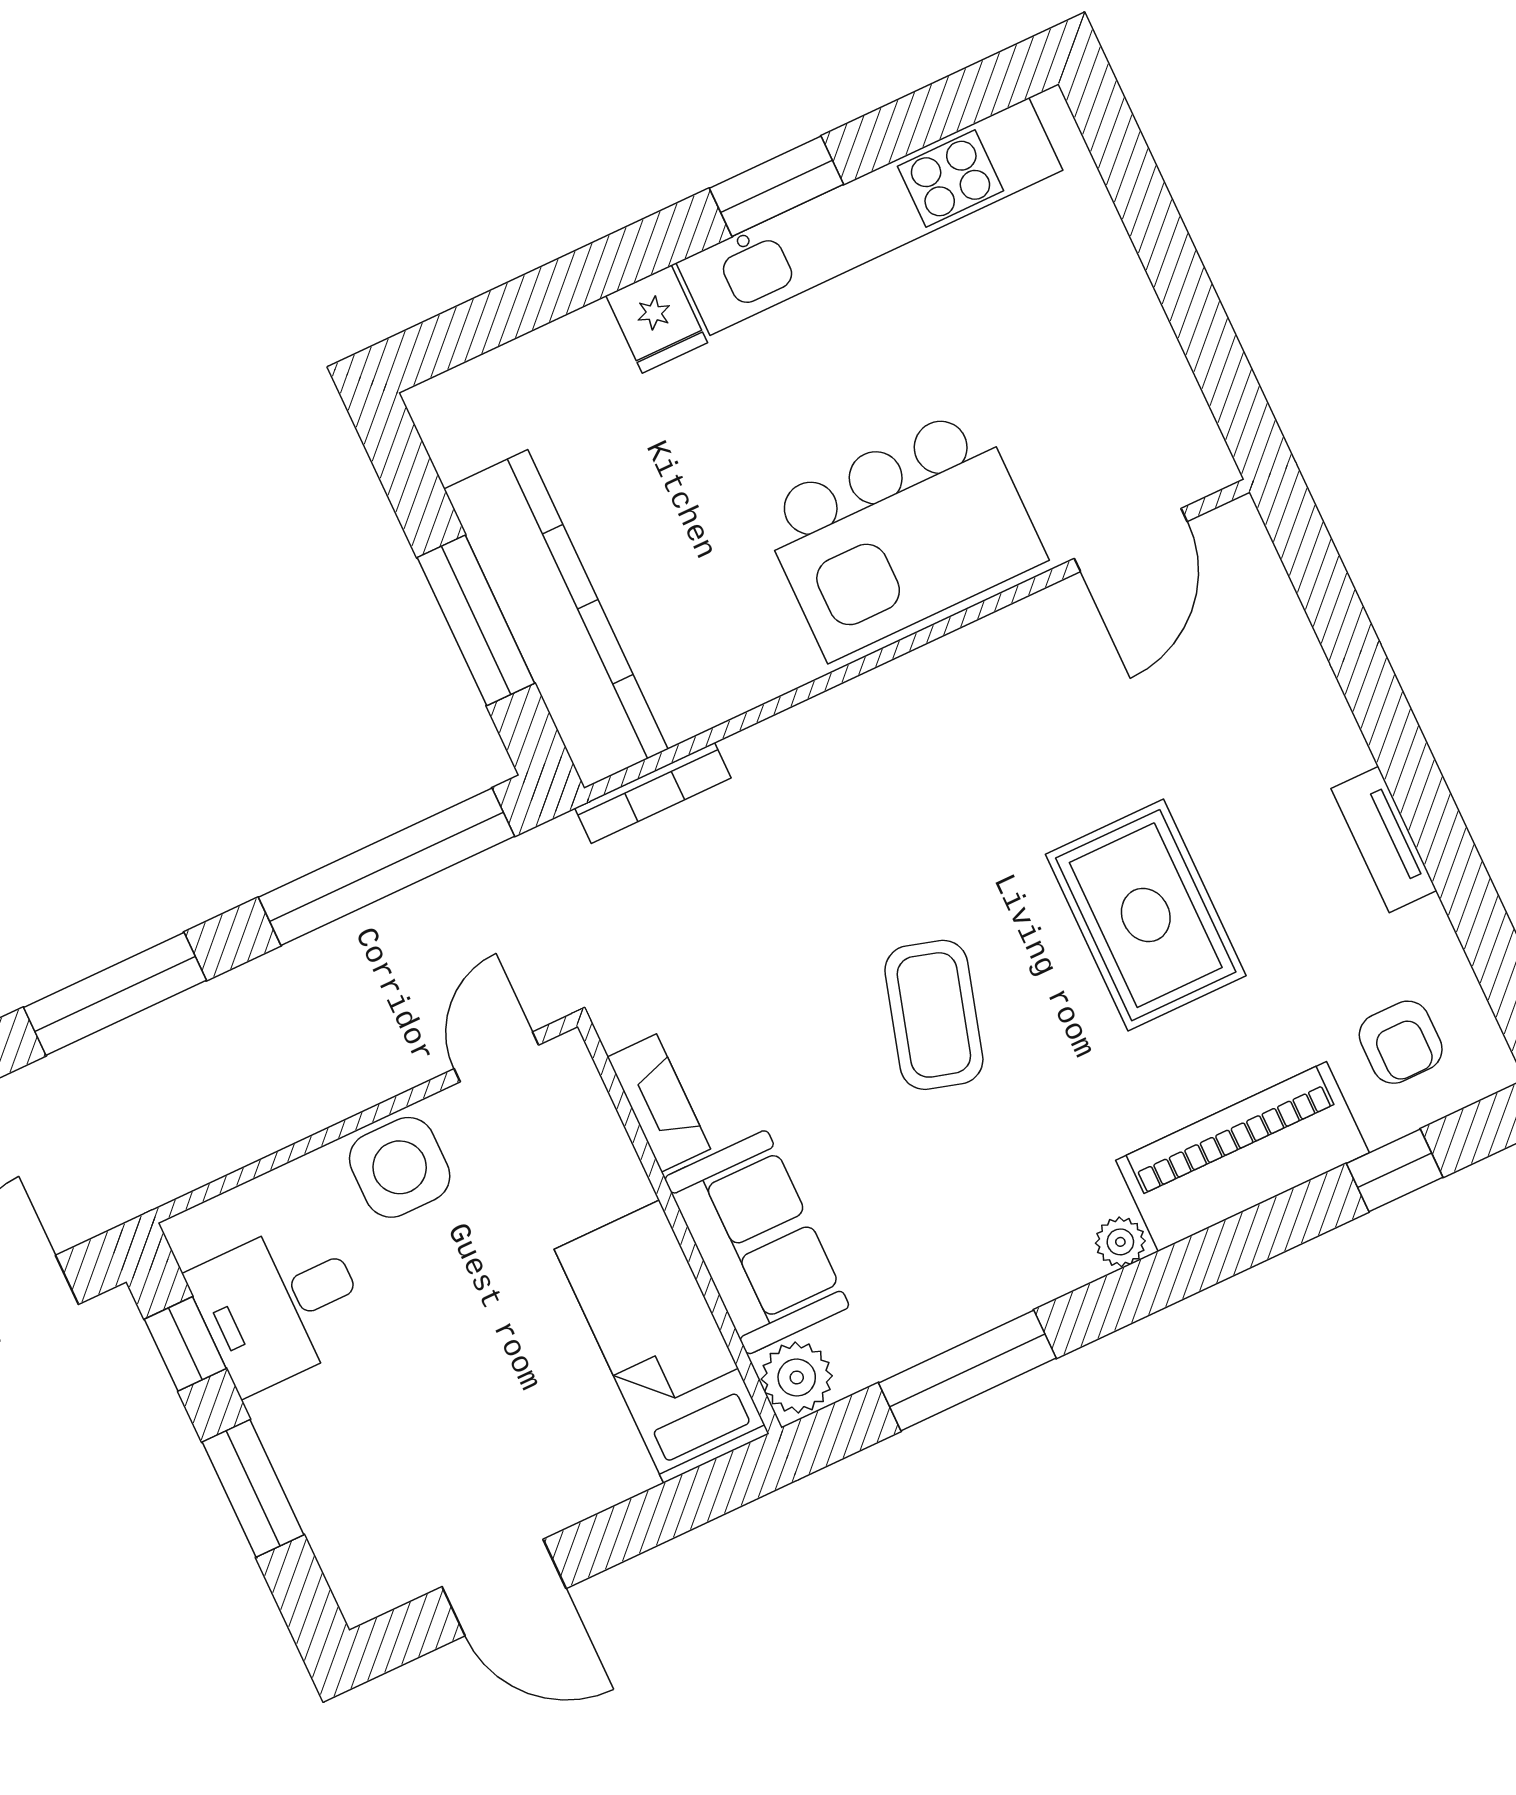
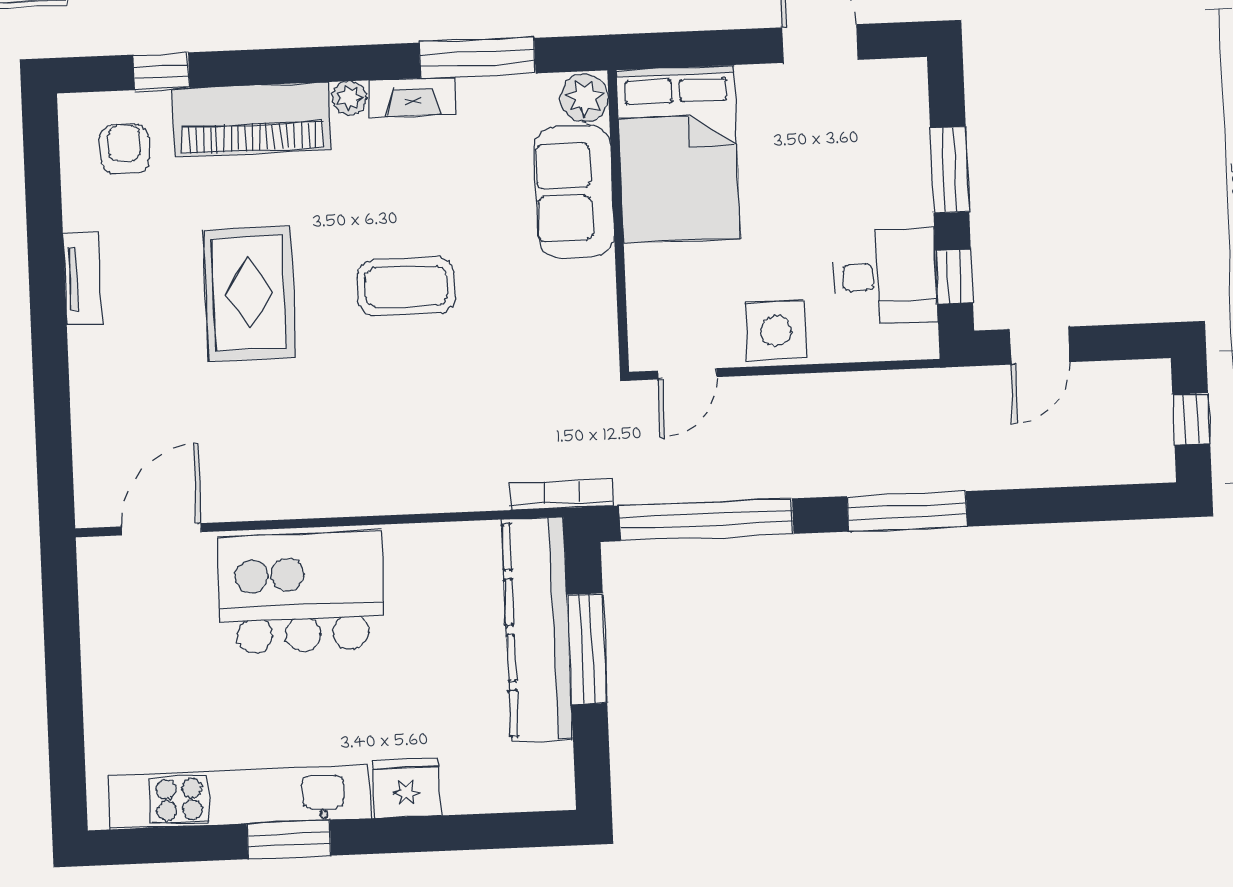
fridge: (657, 319) -> (407, 788), width x1.38
bookcase: (653, 793) -> (562, 495), moved
coffee table: (934, 1015) -> (406, 287), turned 74
fireplace: (659, 1103) -> (412, 97), moved, turned -90
bed: (662, 1342) -> (678, 154), width x1.50

